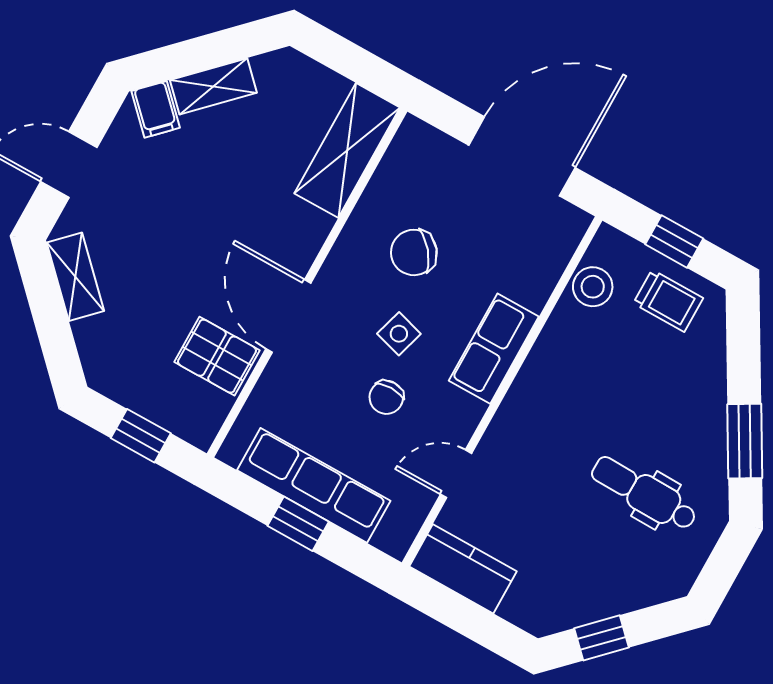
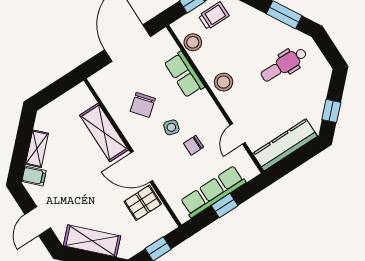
shelving: (347, 150) -> (104, 133), moved
shelving: (75, 277) -> (92, 241), width x1.50, depth x1.33
row of seats: (494, 349) -> (184, 74), moved
stool: (545, 391) -> (224, 82), added
chair: (386, 397) -> (194, 145), turned 90
kitchen counter: (463, 569) -> (285, 145), width x1.50

